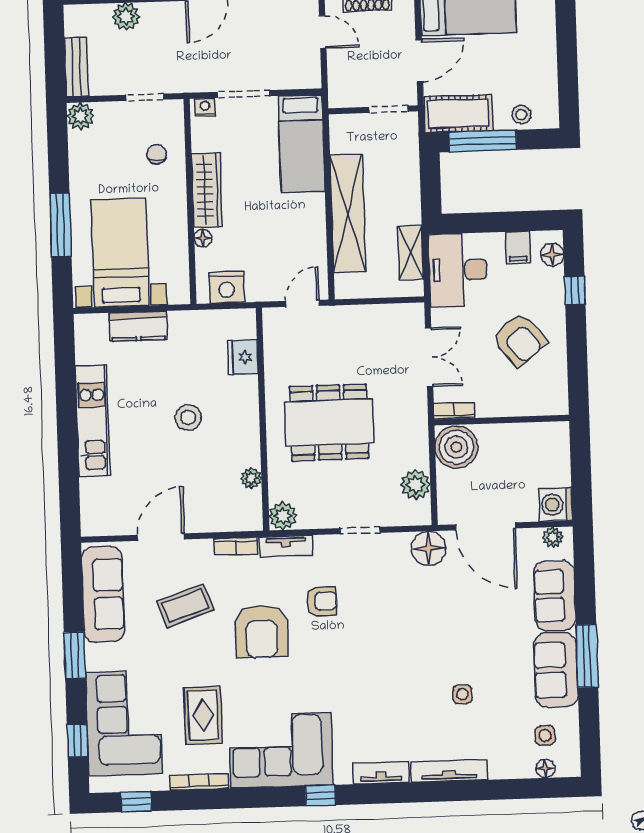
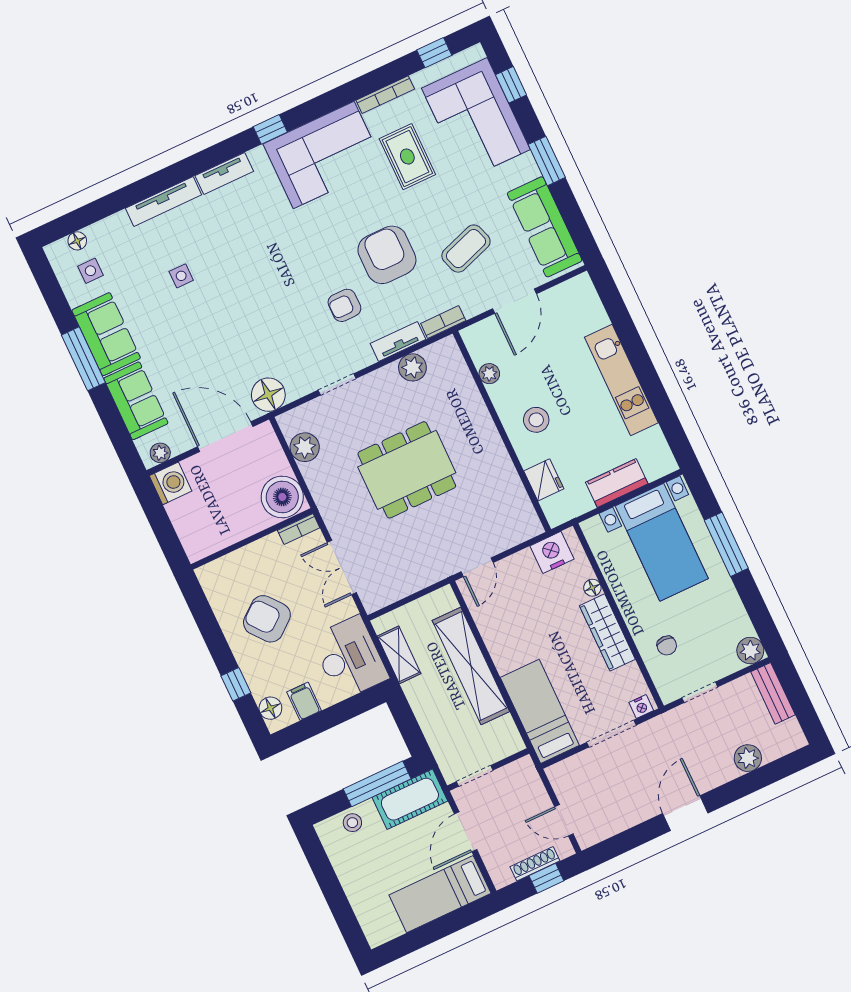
fridge: (243, 357) -> (544, 480), moved
wall: (263, 419) -> (502, 431), moved
plant: (251, 478) -> (489, 374), moved

